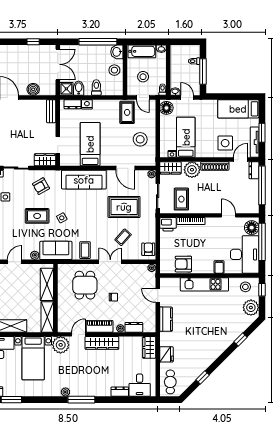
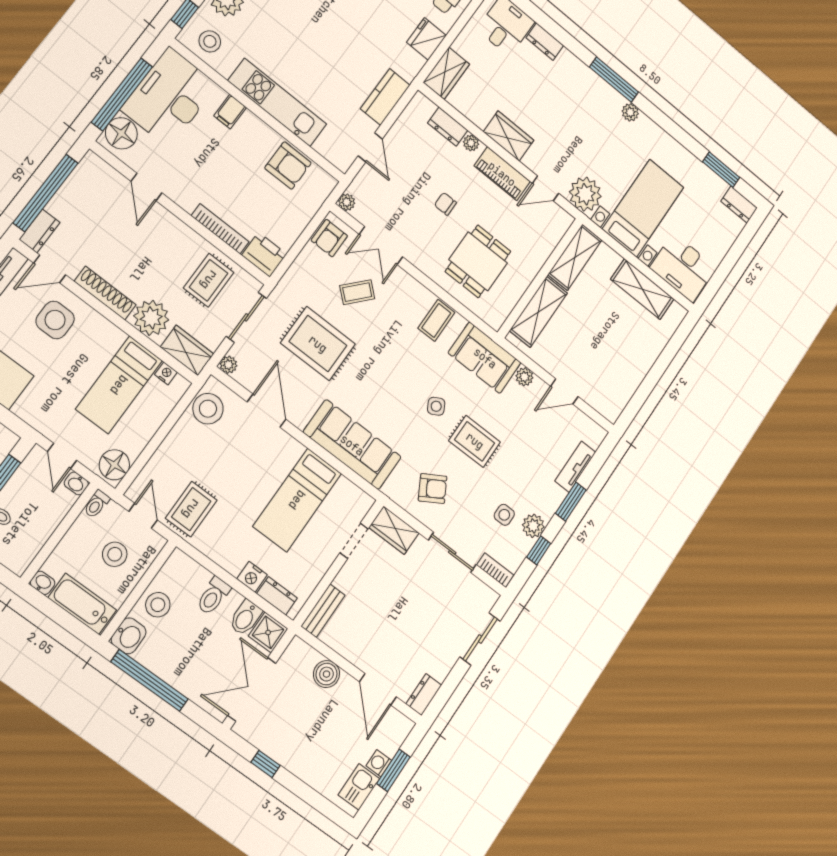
stool: (140, 139) -> (208, 409), moved
double door: (110, 262) -> (381, 246), moved
wardrobe: (102, 343) -> (509, 136), width x0.67

